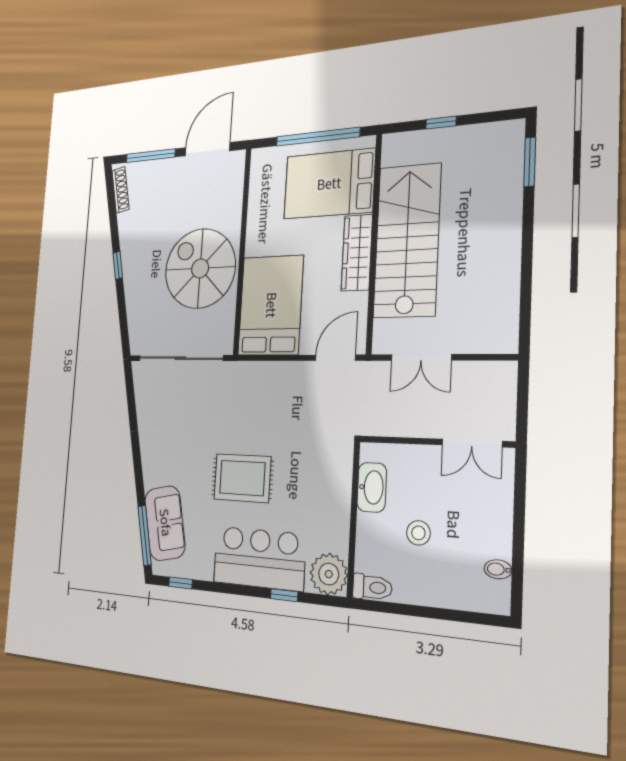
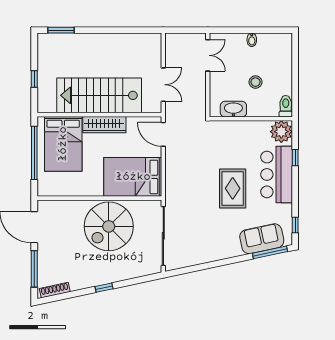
bidet: (498, 569) -> (252, 40), moved

